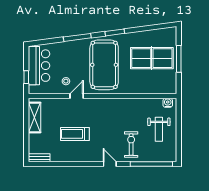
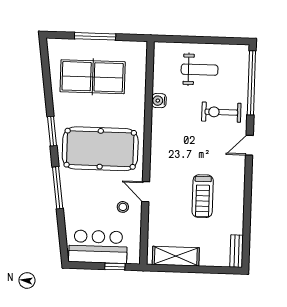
table tennis table: (152, 58) -> (93, 77), turned 90
water cooler: (168, 103) -> (159, 101), moved

